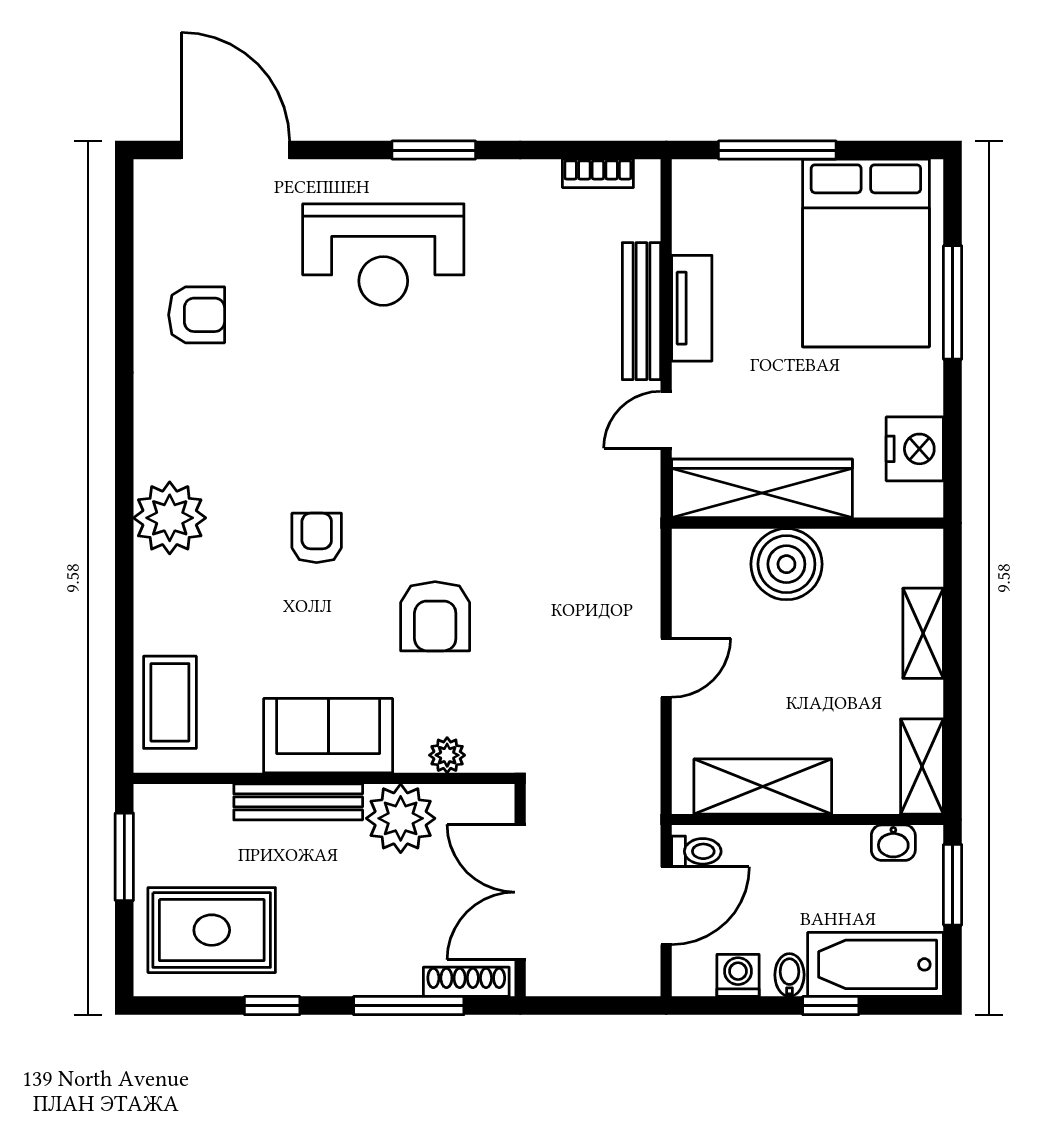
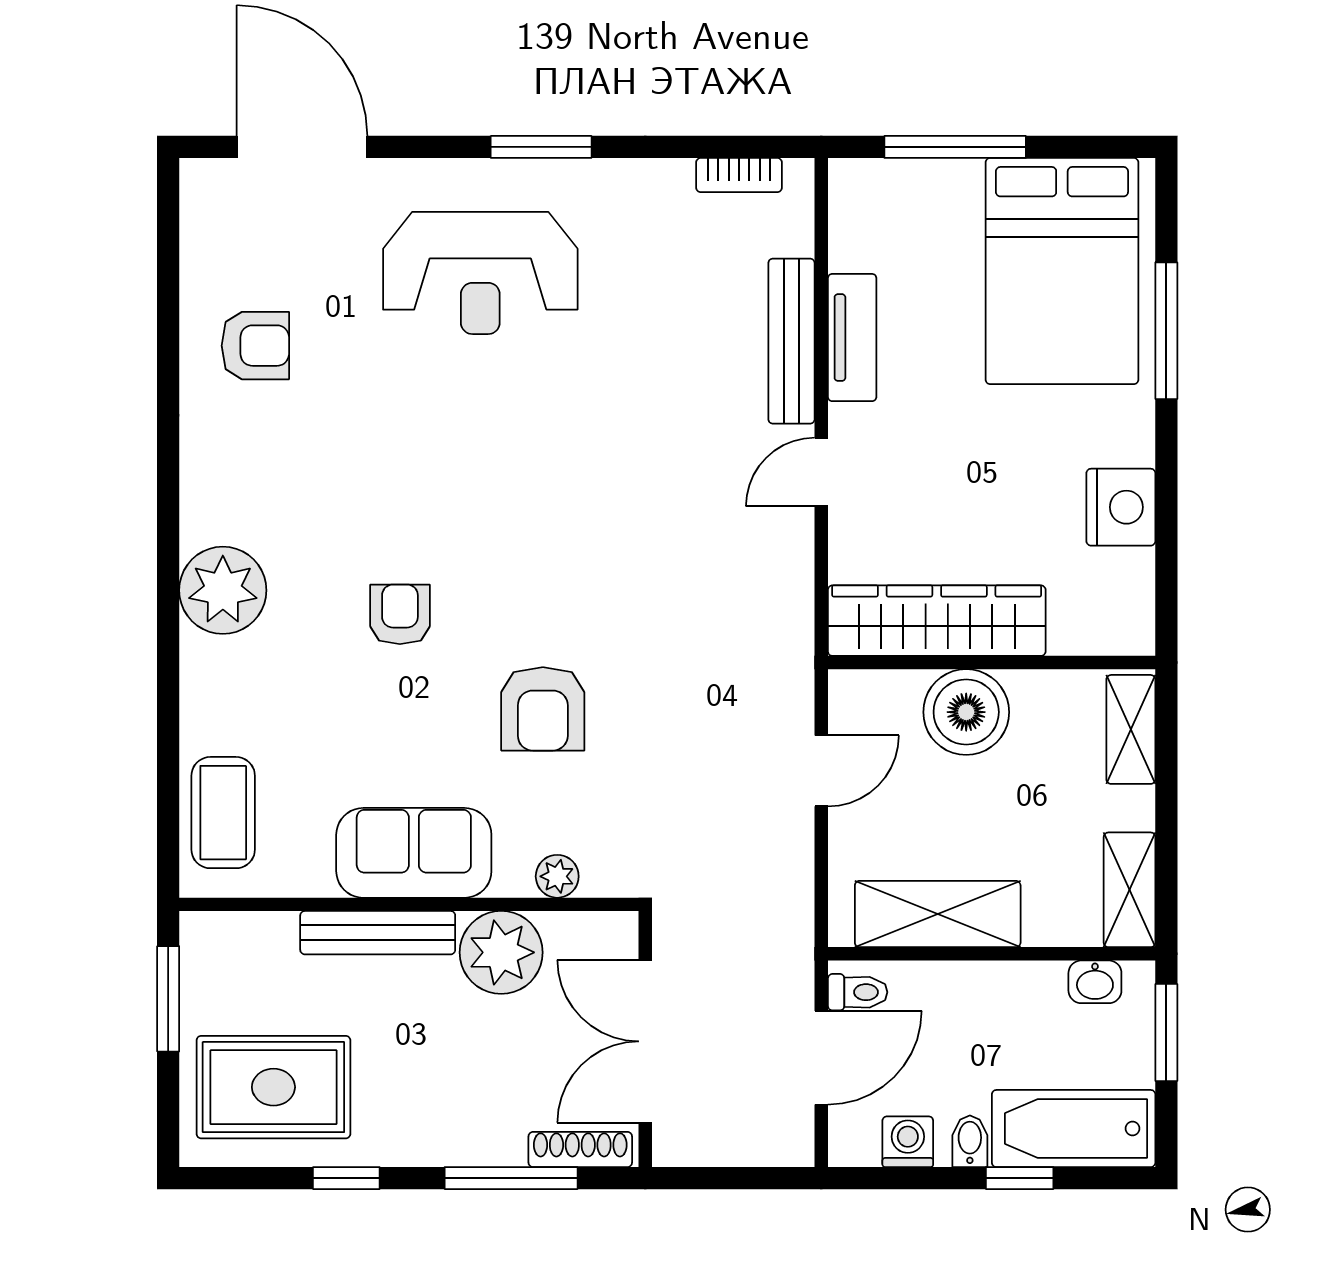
wardrobe: (762, 488) -> (937, 621), moved
wall: (807, 523) -> (992, 662), moved
boiler: (786, 564) -> (966, 712), moved

